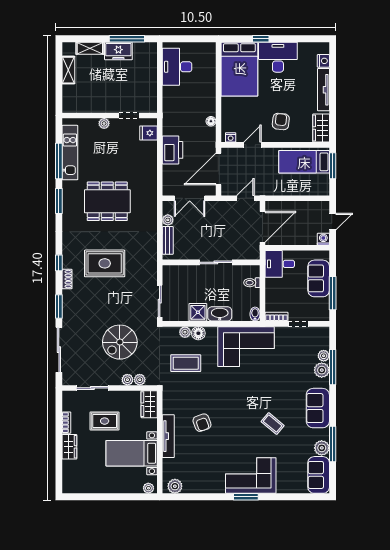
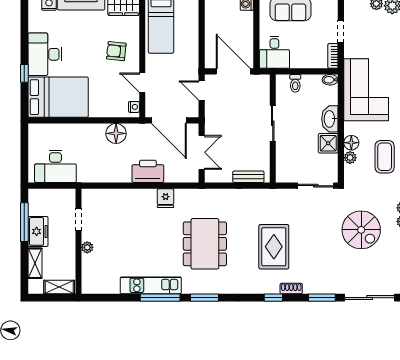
wall: (110, 115) -> (78, 241), moved
doorway: (129, 115) -> (78, 220), moved
floor lamp: (211, 121) -> (116, 133), width x1.89, depth x1.89
plant: (104, 123) -> (87, 247), moved
fridge: (148, 133) -> (166, 198), moved
plant: (168, 220) -> (226, 177), removed

